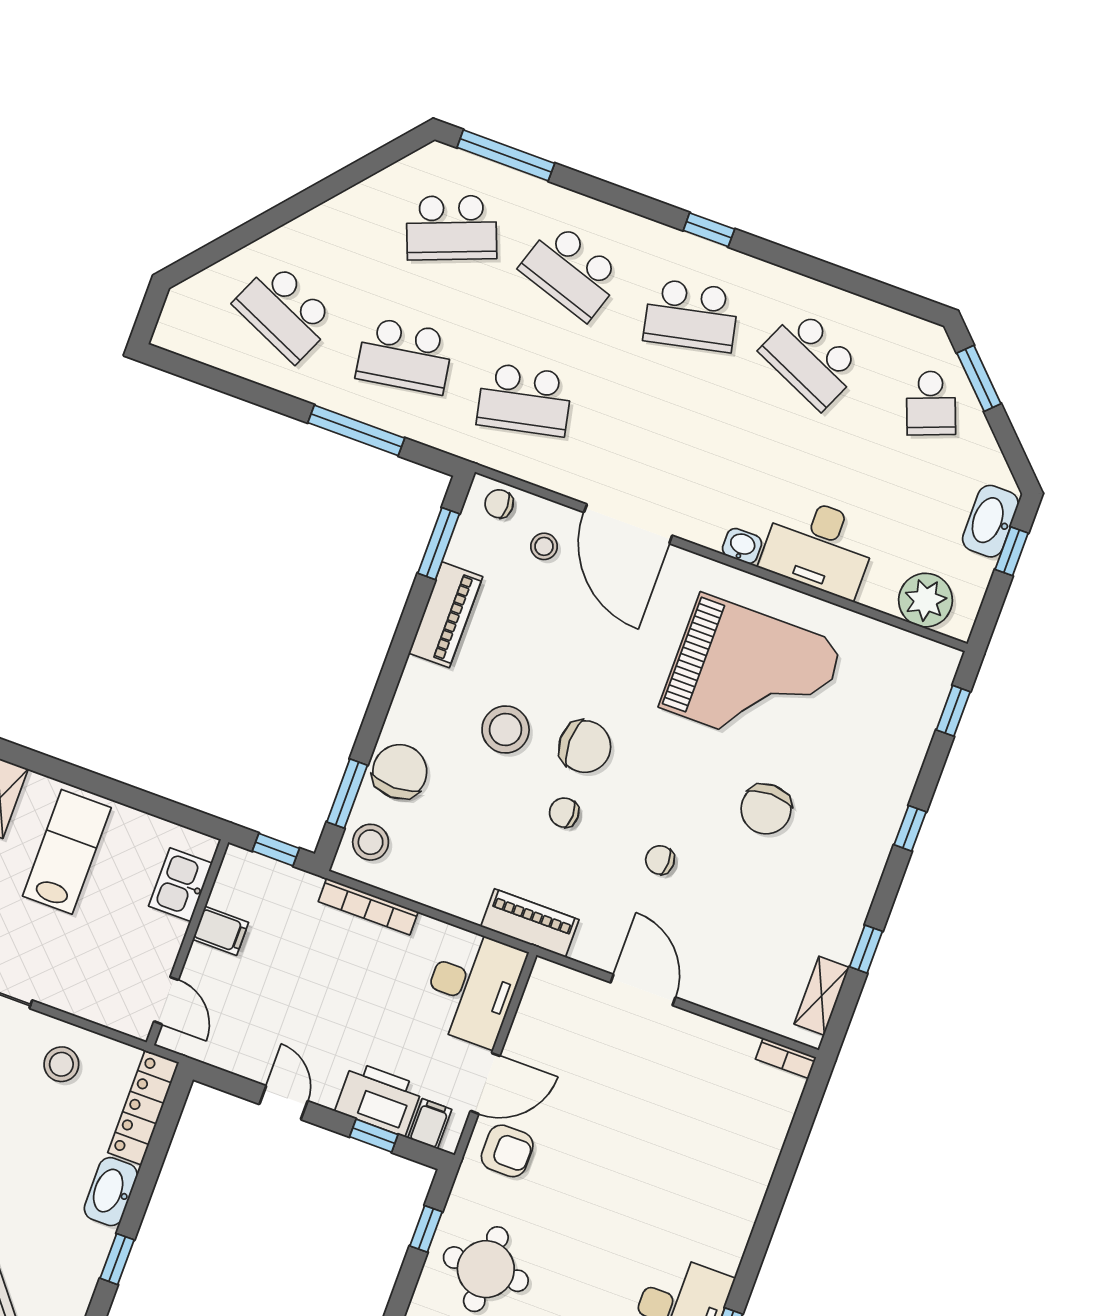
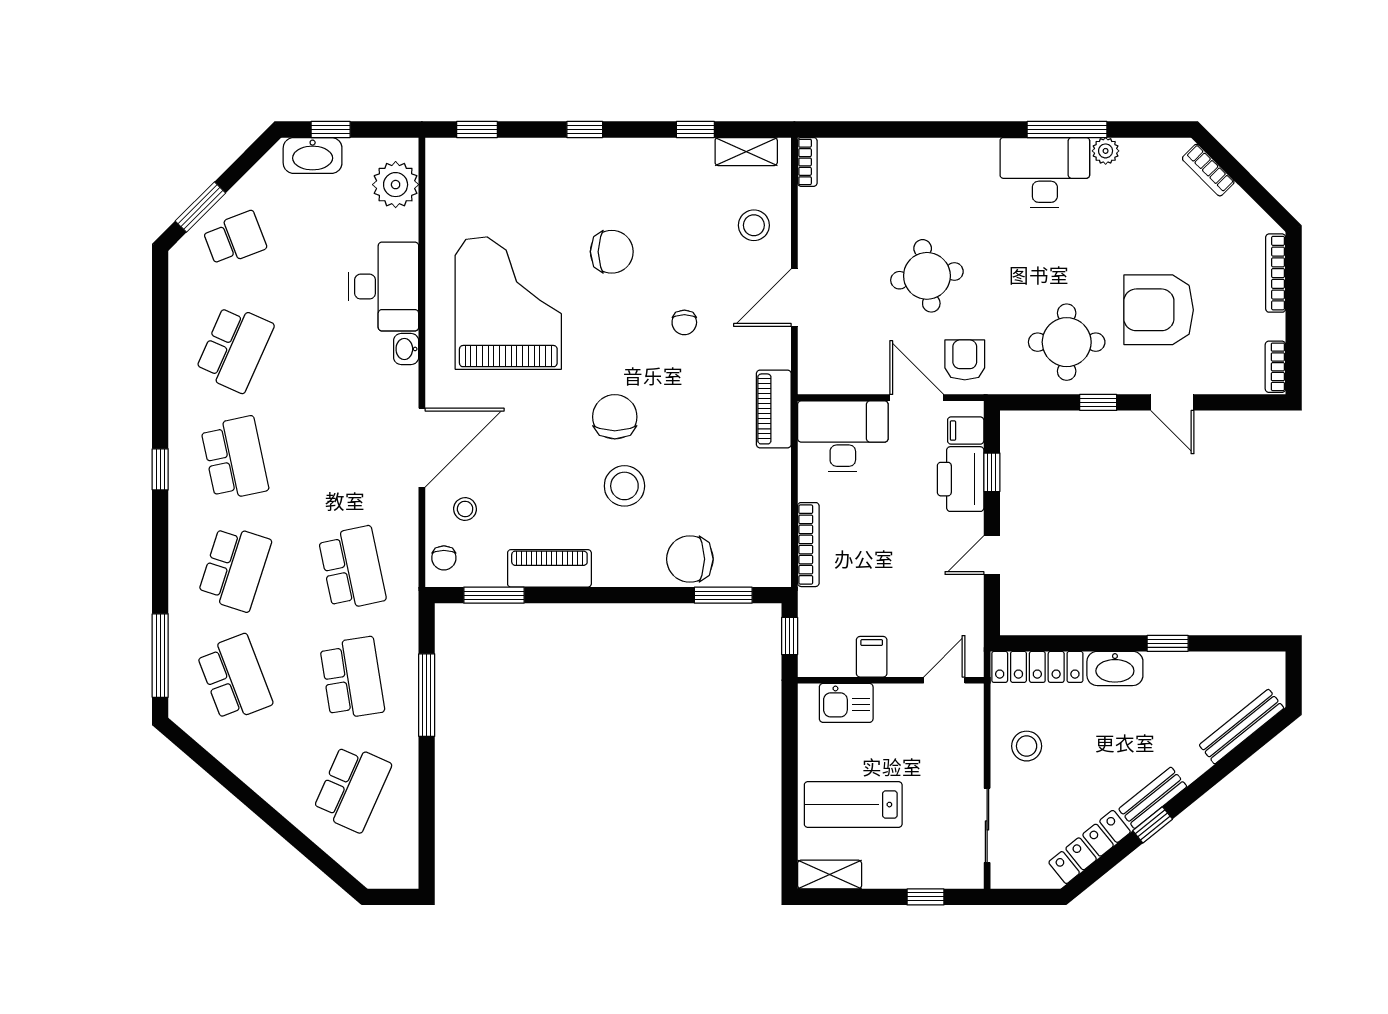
chair: (564, 813) -> (674, 414), removed
stool: (371, 842) -> (754, 225), moved
round table: (614, 1143) -> (927, 276), added
window: (426, 1229) -> (1098, 402), moved

